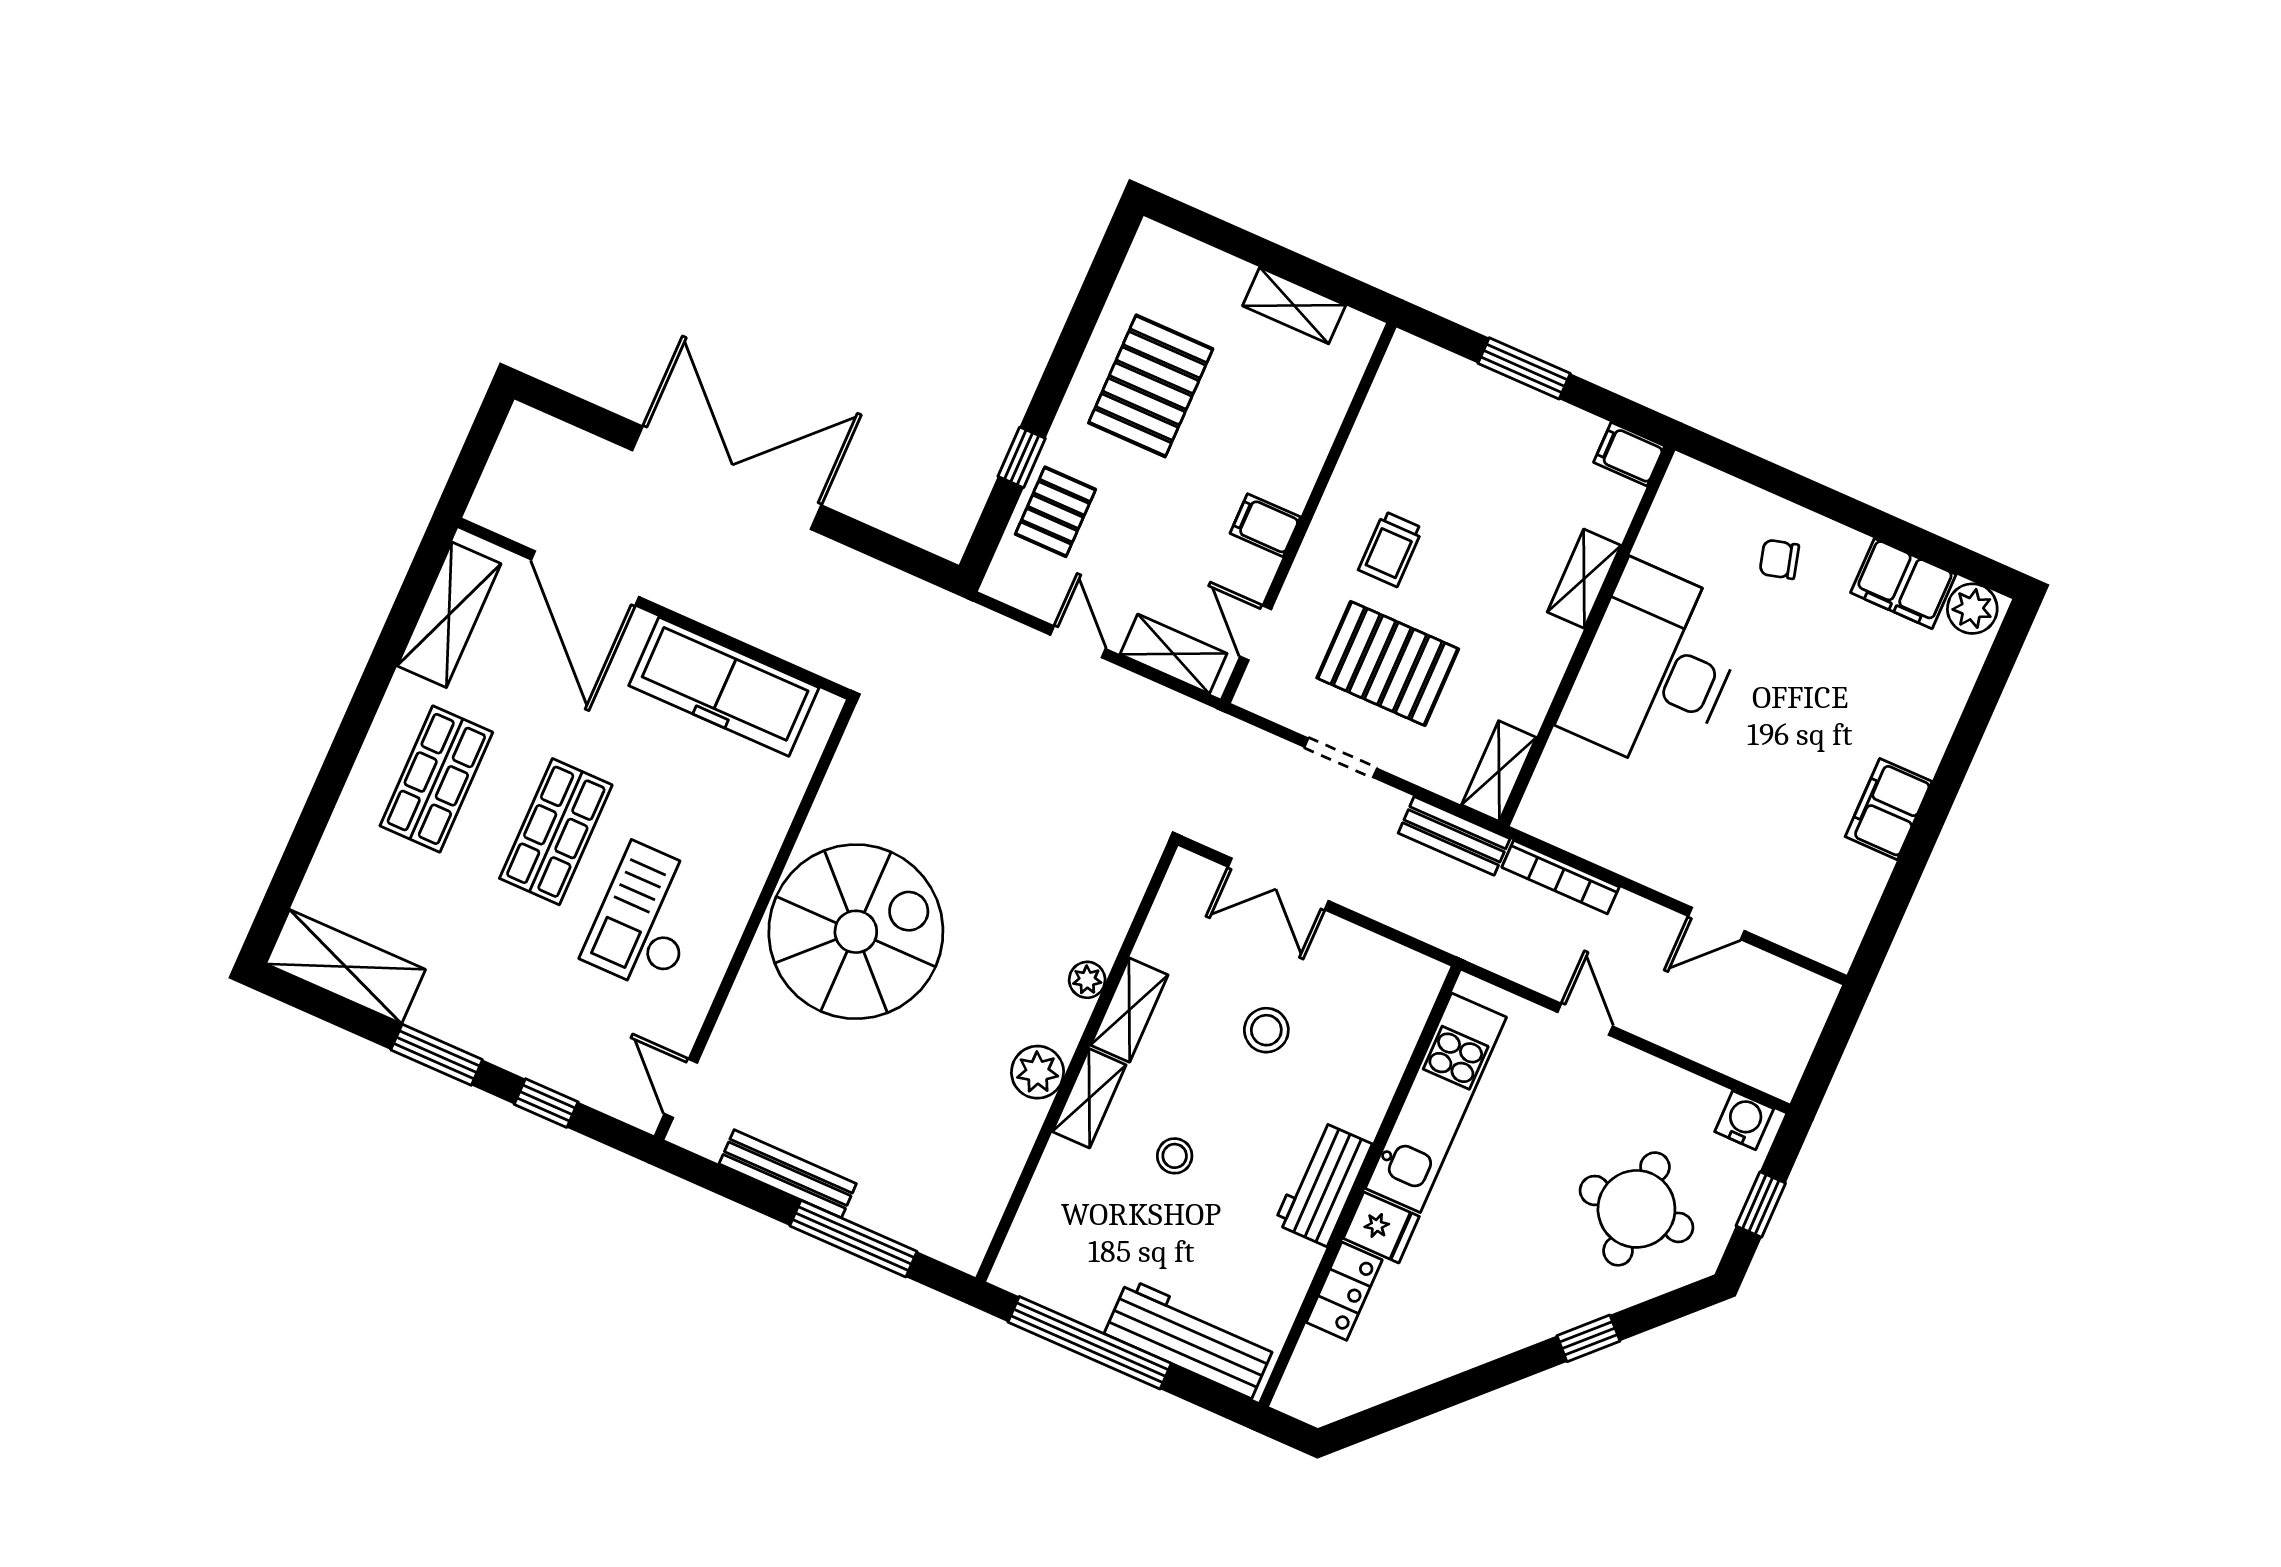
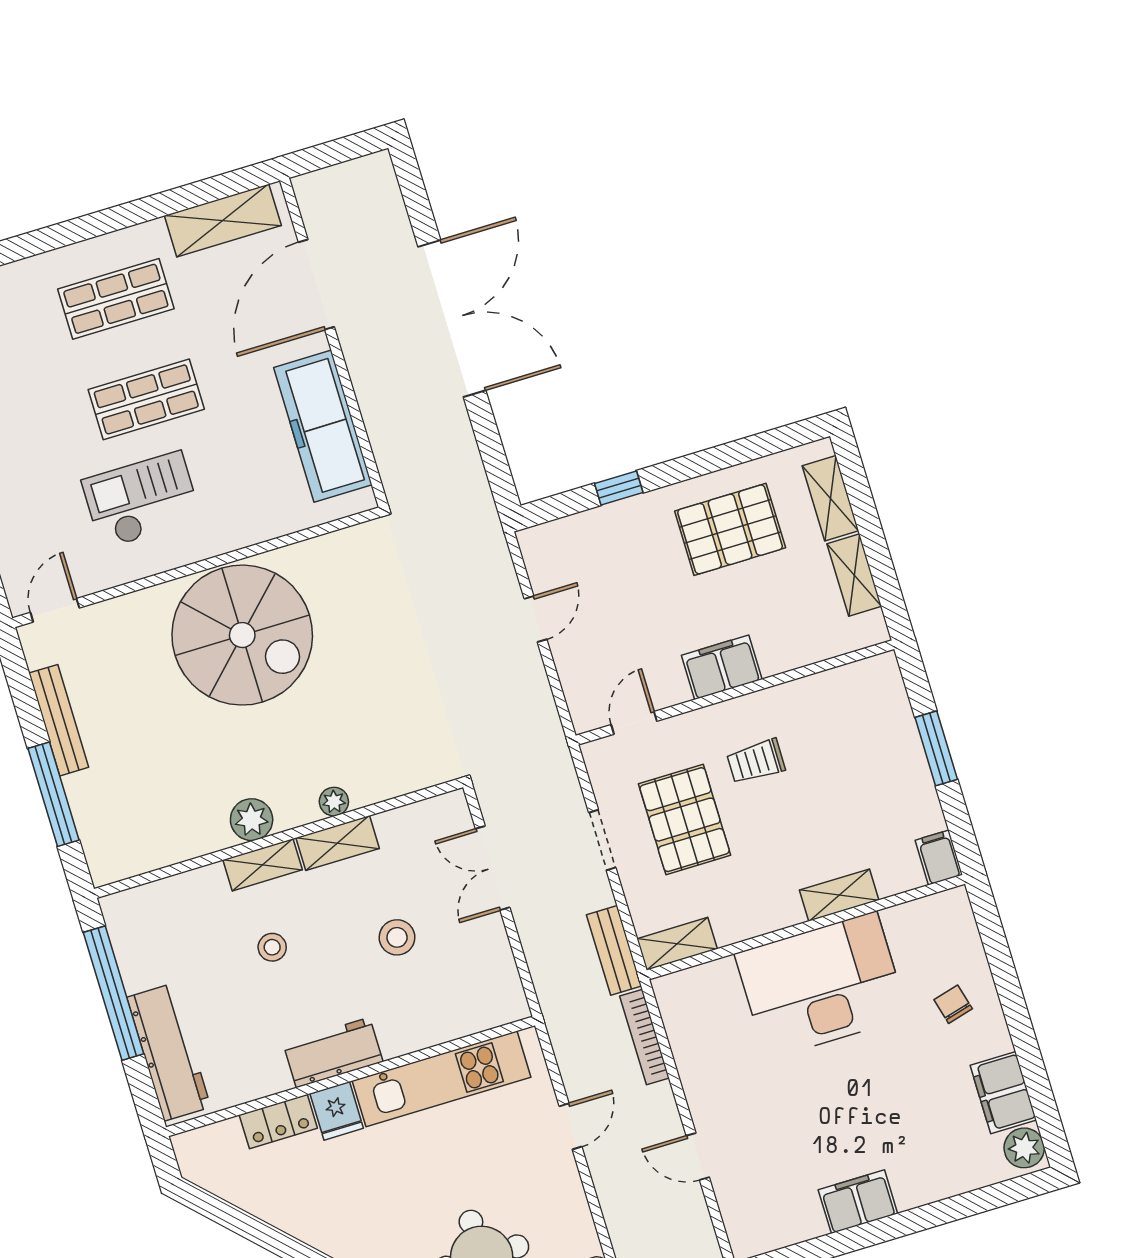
pallet: (1055, 512) -> (603, 537), removed
filing cabinet: (1265, 525) -> (722, 667), width x2.00
shelving: (1174, 654) -> (830, 498), moved

